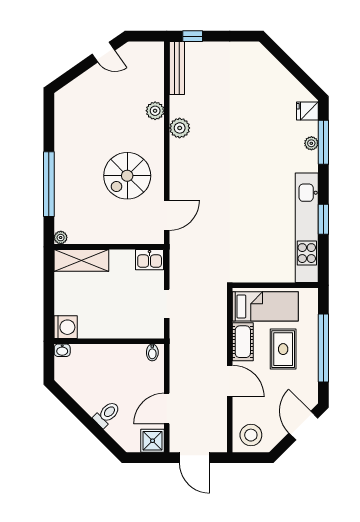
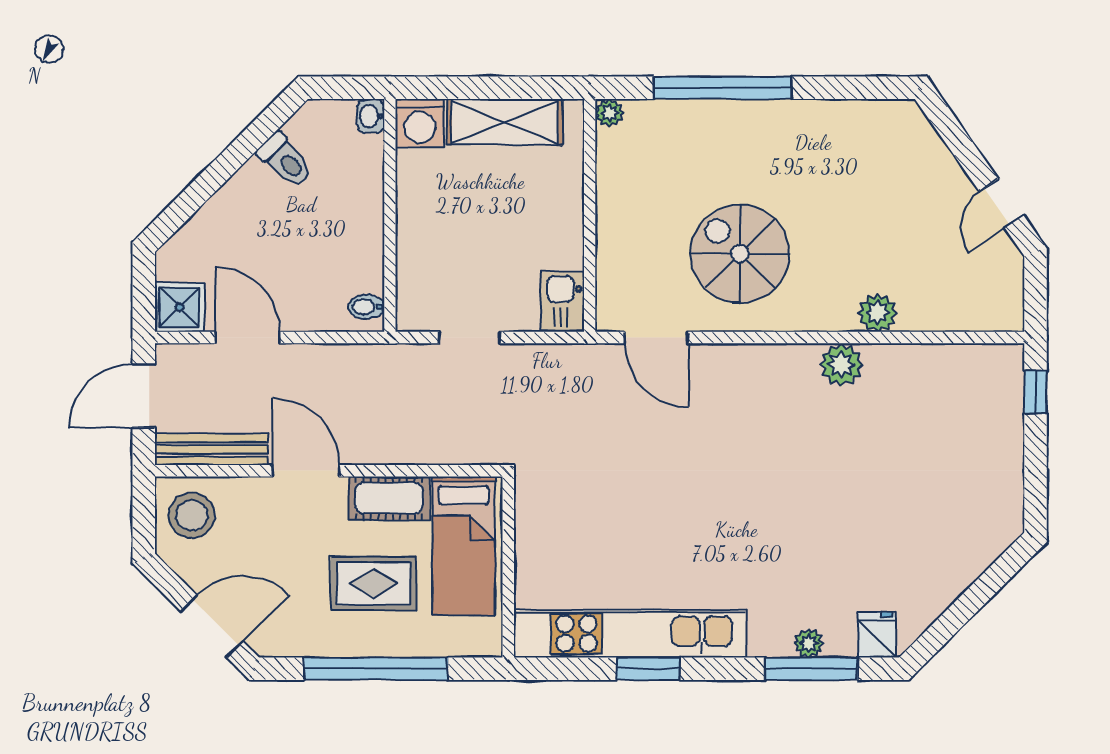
bench: (177, 68) -> (211, 449), moved
shelving: (81, 260) -> (505, 122), moved, turned 90
door: (230, 381) -> (306, 471), swing flipped
toilet: (107, 414) -> (286, 160), moved

